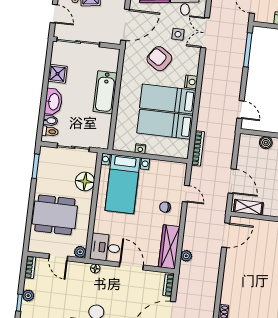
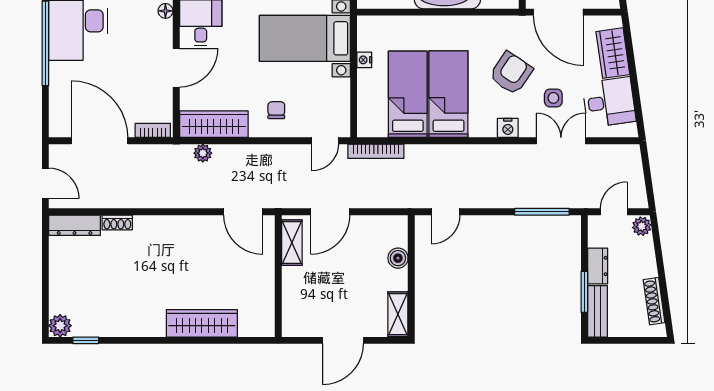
nightstand: (191, 82) -> (508, 128), moved
door: (186, 194) -> (325, 141), moved

